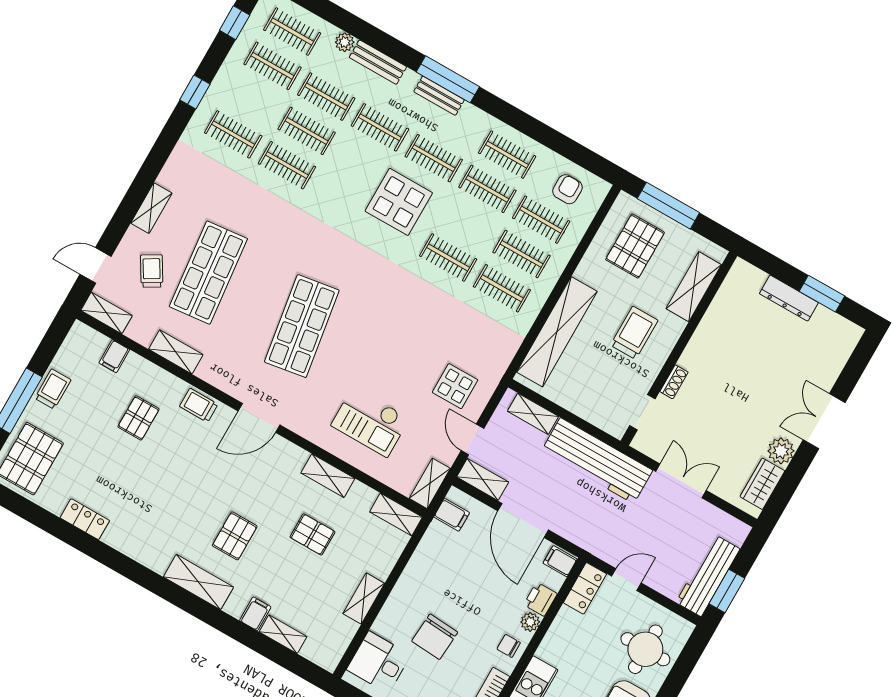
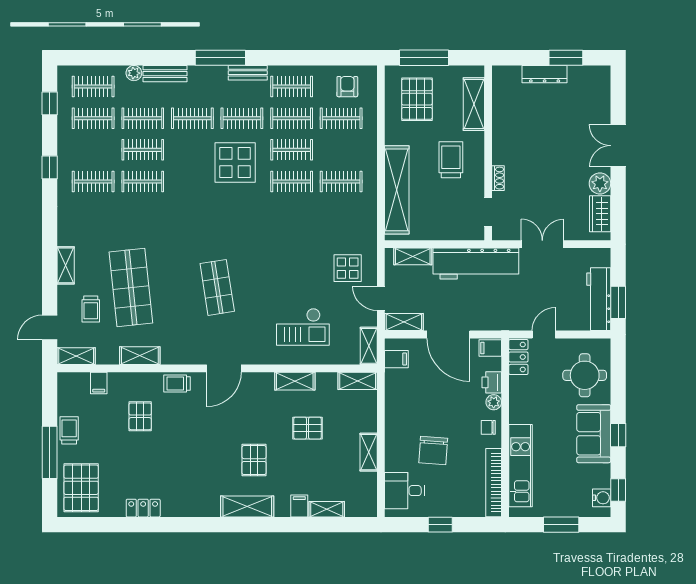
bench: (439, 96) -> (248, 73), moved
clothes rail: (522, 254) -> (292, 150), moved
trolley: (152, 271) -> (91, 309), turned -149
shop shelf: (302, 326) -> (217, 287), width x0.70, depth x0.74

